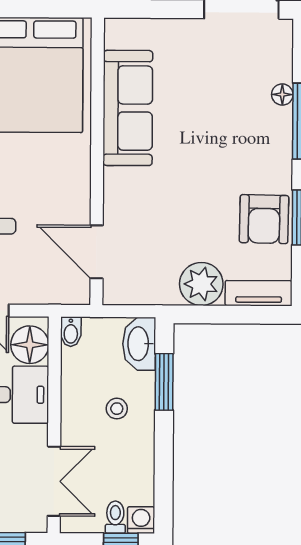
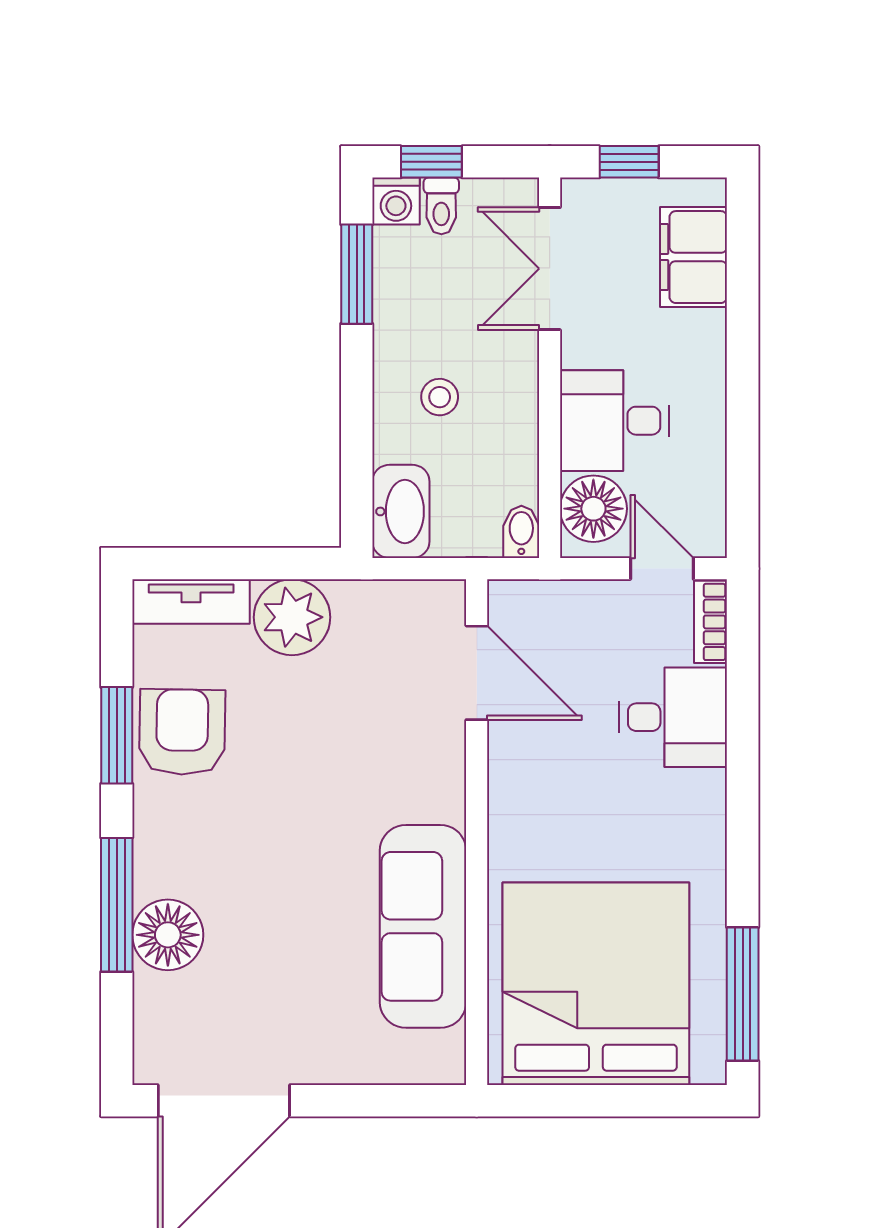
floor lamp: (282, 95) -> (168, 935), width x1.89, depth x1.89
window: (164, 382) -> (357, 274), moved

